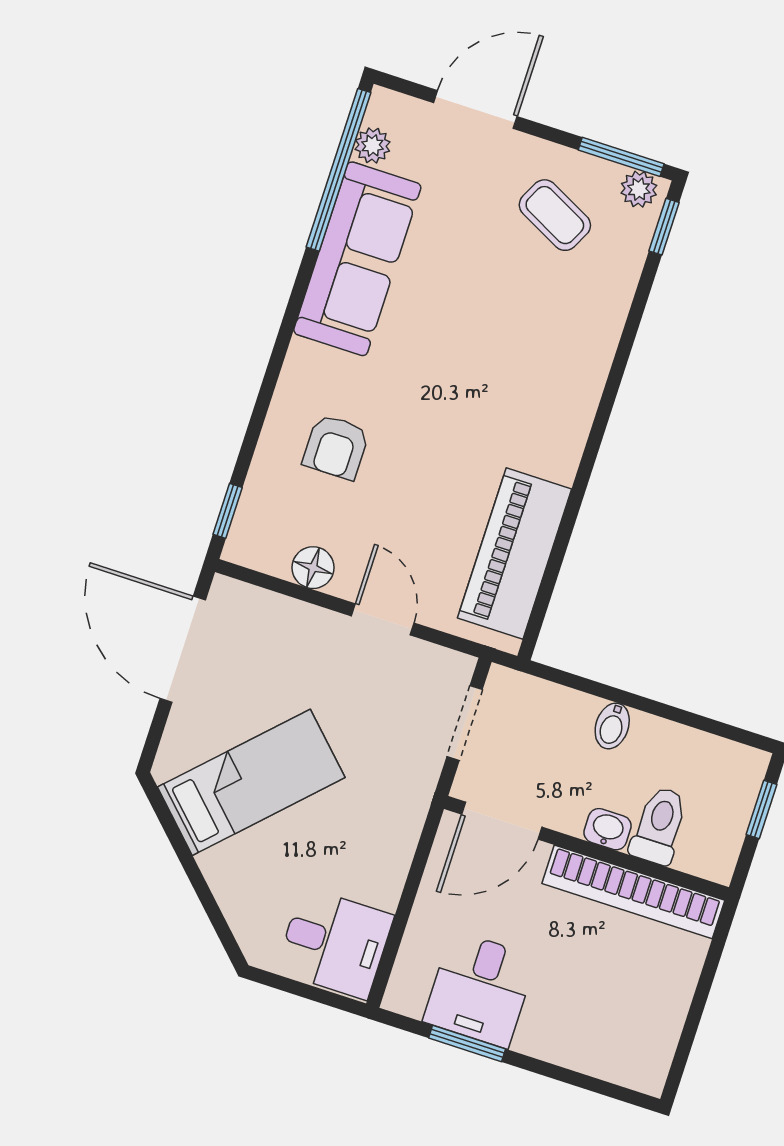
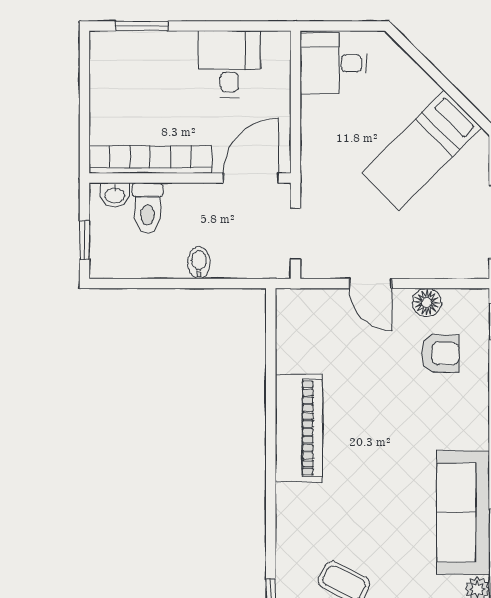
armchair: (336, 447) -> (440, 354), moved, turned 90
piano: (515, 554) -> (299, 428), moved
washbasin: (607, 829) -> (115, 195), moved
window: (467, 1043) -> (142, 26), moved

